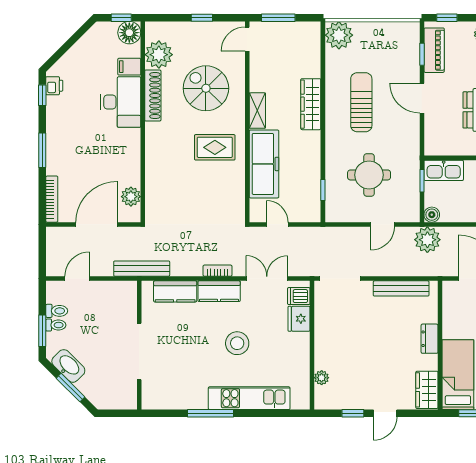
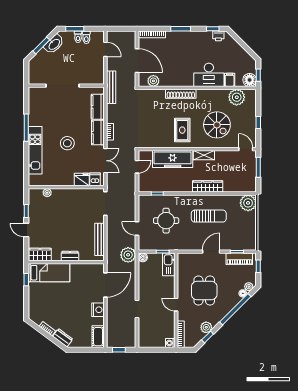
spiral stairs: (206, 88) -> (217, 125), turned 90
shoe rack: (153, 95) -> (181, 94), moved

